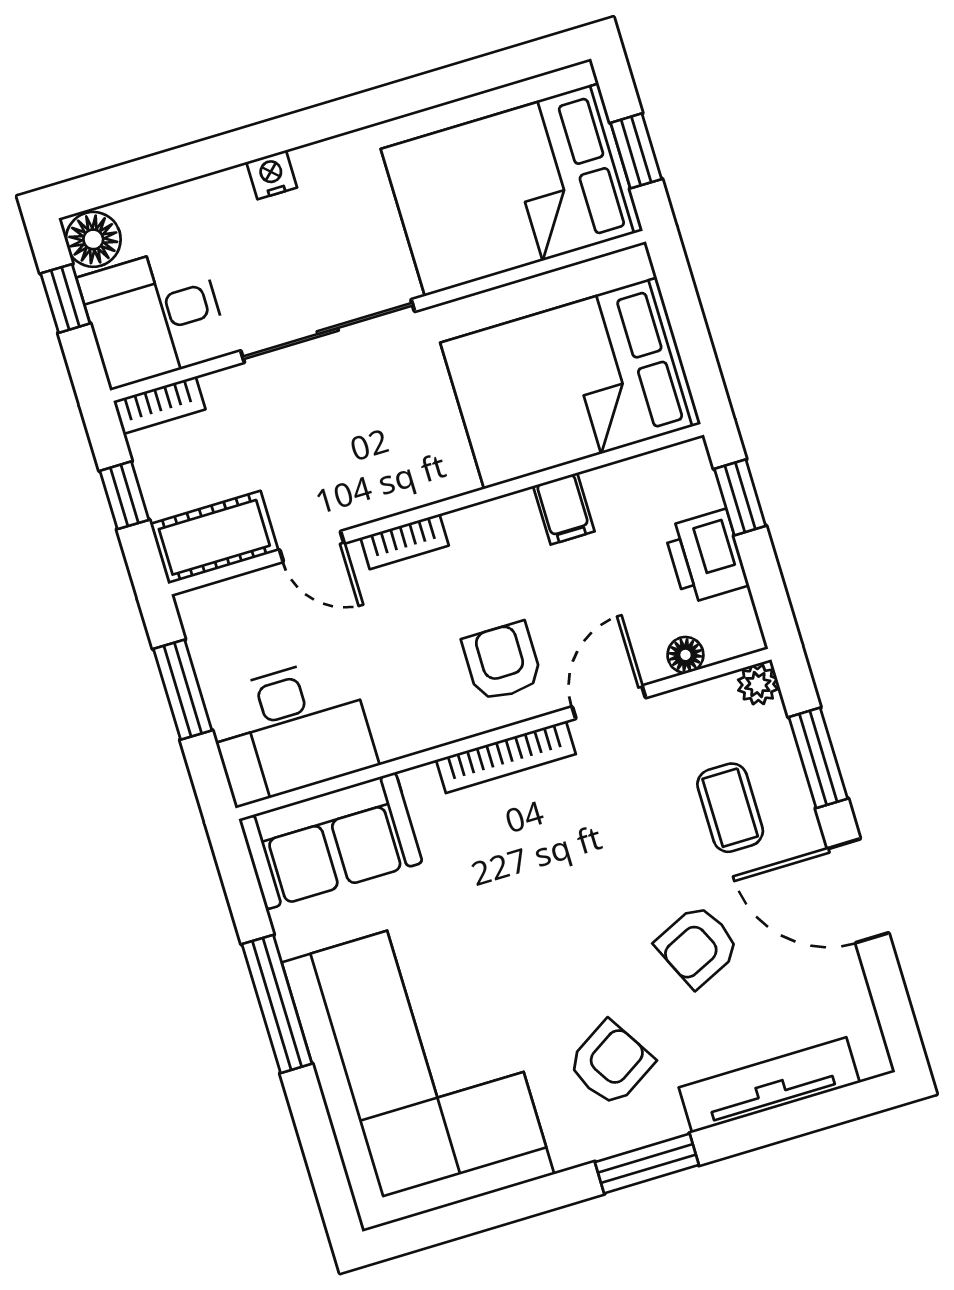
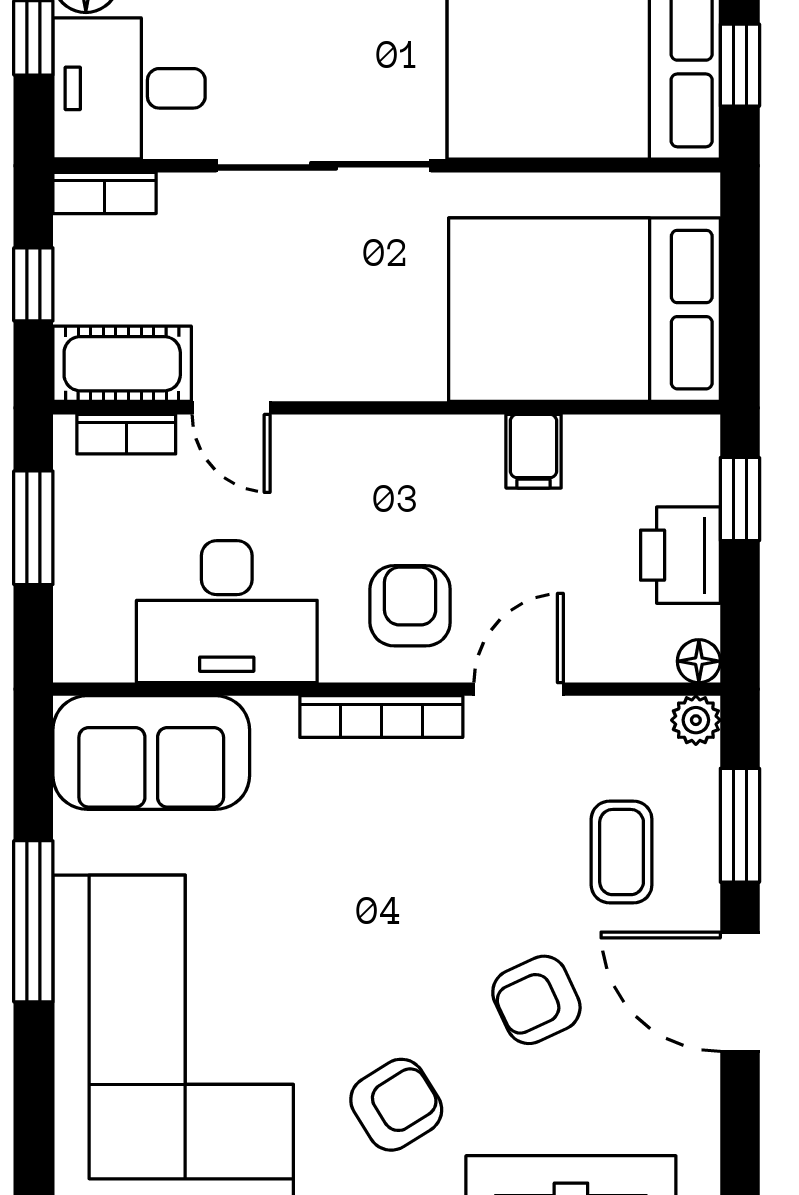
bookcase: (405, 542) -> (126, 434), moved
floor lamp: (685, 655) -> (699, 661), moved
desk: (291, 730) -> (227, 612), moved

